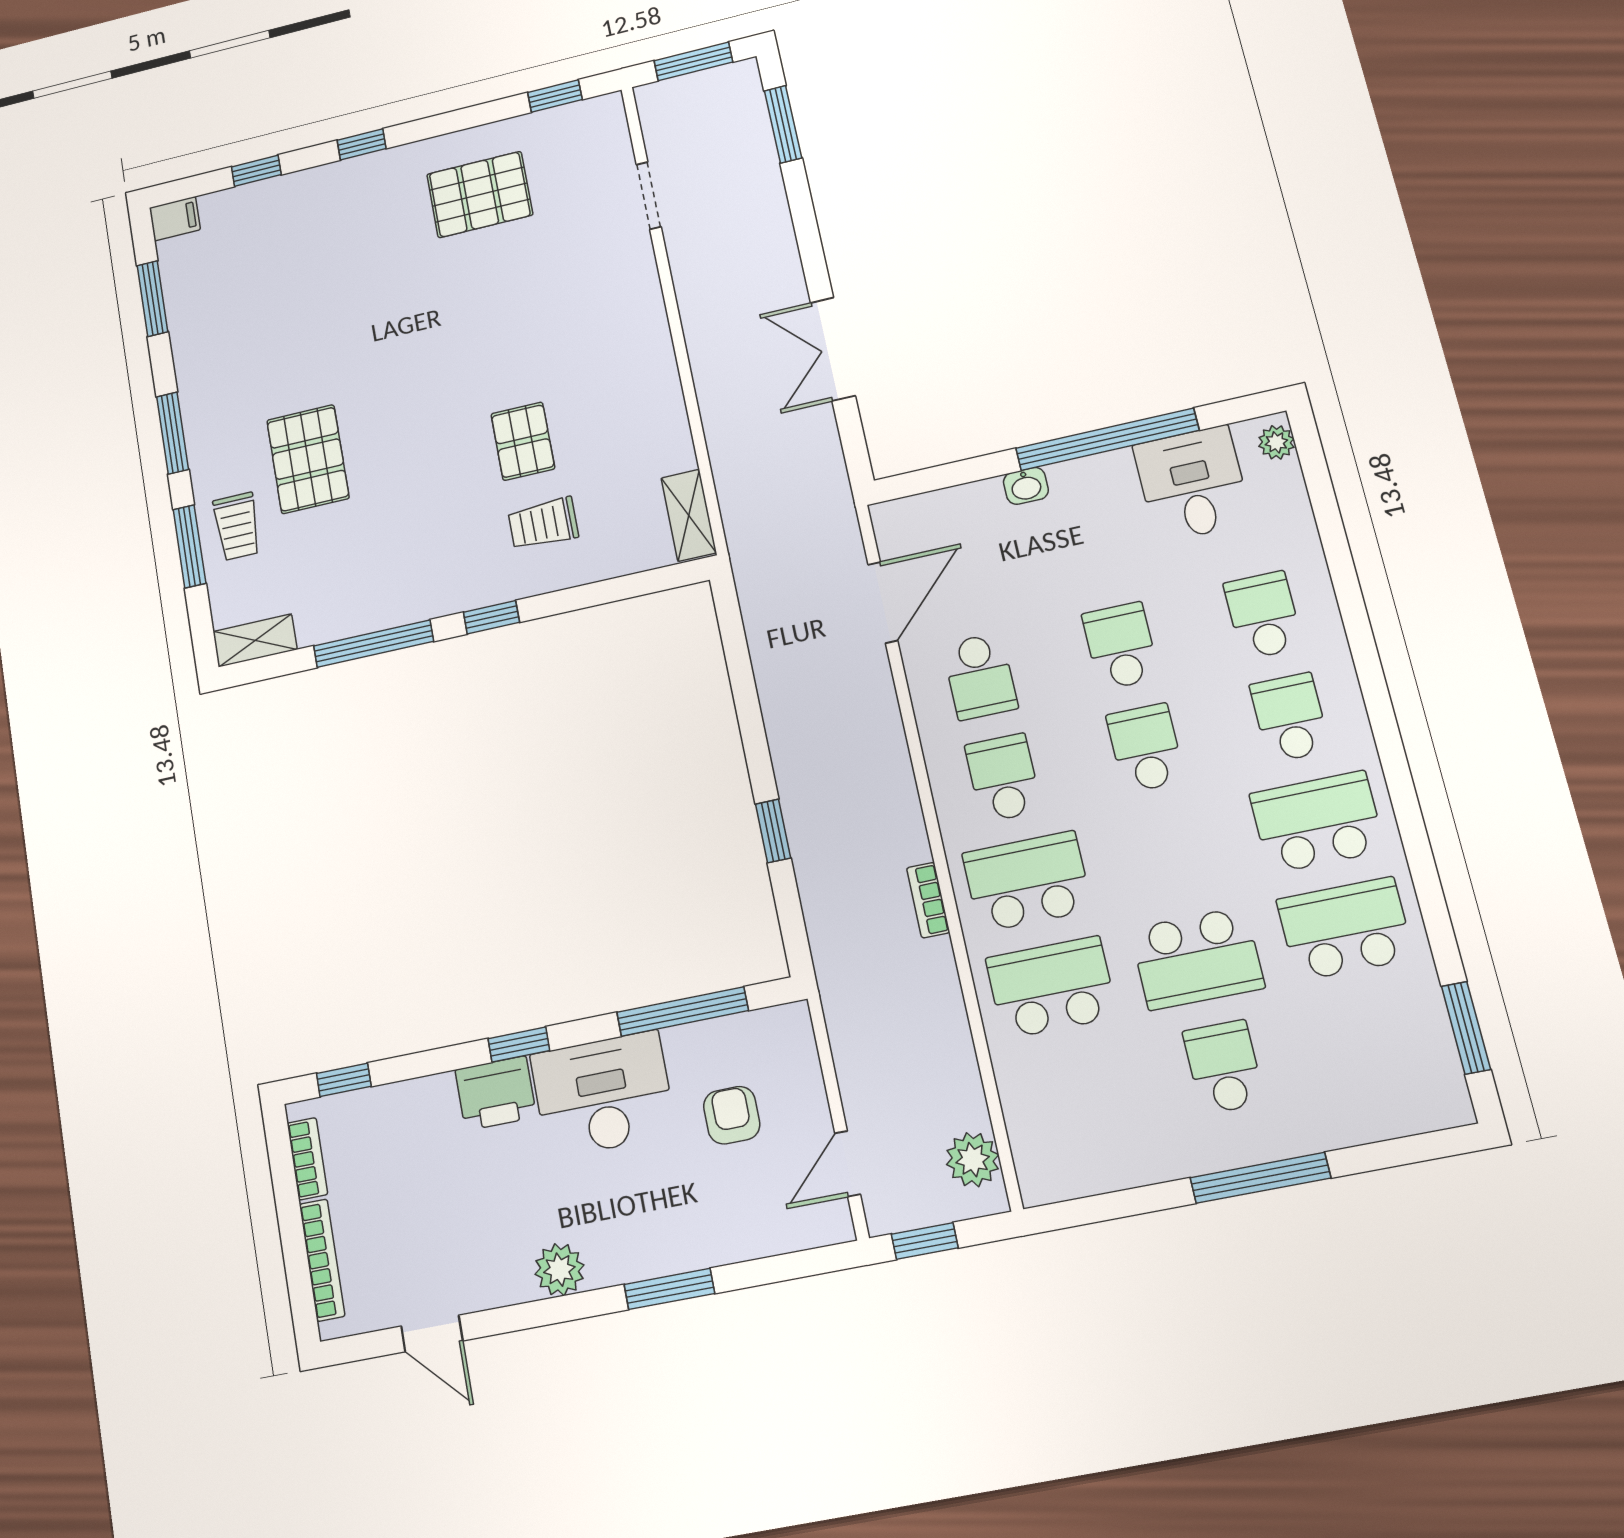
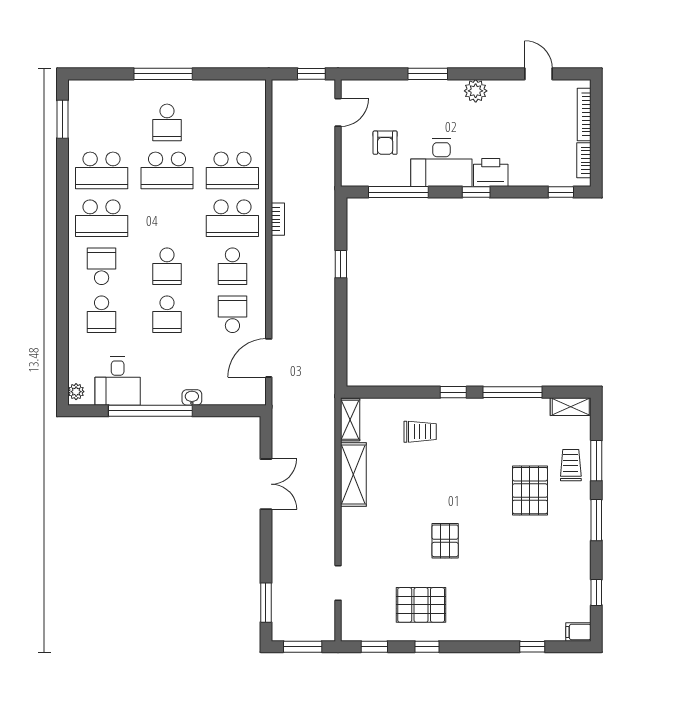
window: (362, 144) -> (427, 647), moved
window: (153, 299) -> (596, 592), width x0.67
shelving: (660, 409) -> (353, 474), added
pallet: (523, 441) -> (445, 541), moved
school desk: (1290, 718) -> (102, 266), turned 180
school desk: (1197, 958) -> (167, 170), turned 180
plant: (973, 1160) -> (283, 104), removed

